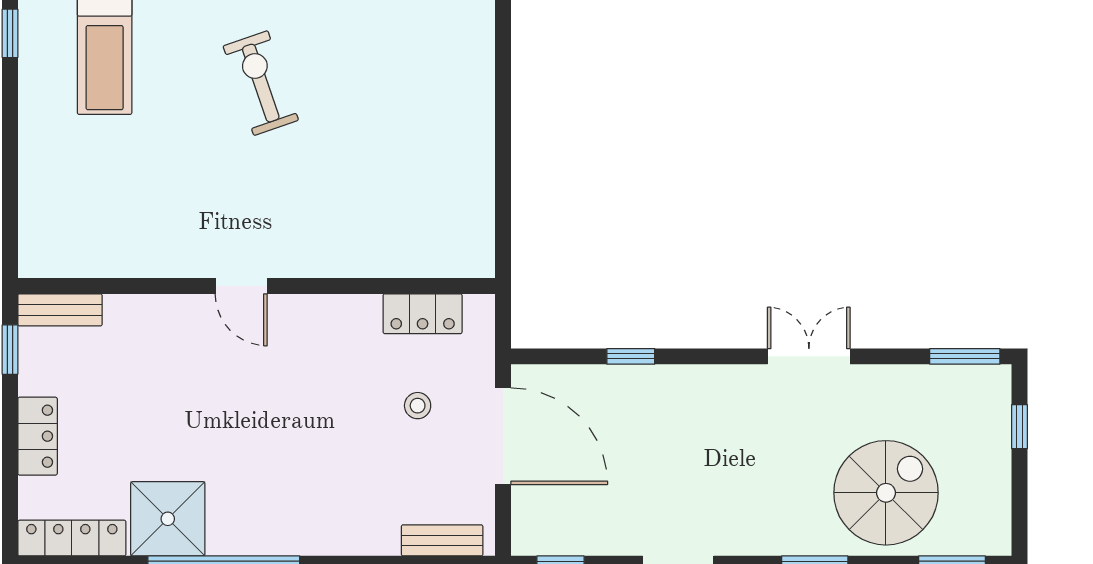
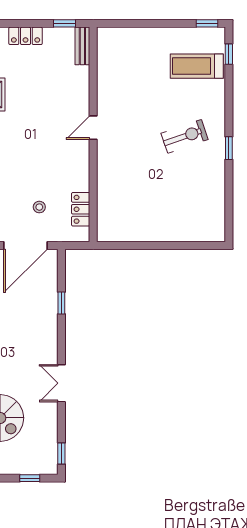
double door: (809, 356) -> (61, 383), swing flipped
window: (965, 356) -> (61, 453), width x0.67

